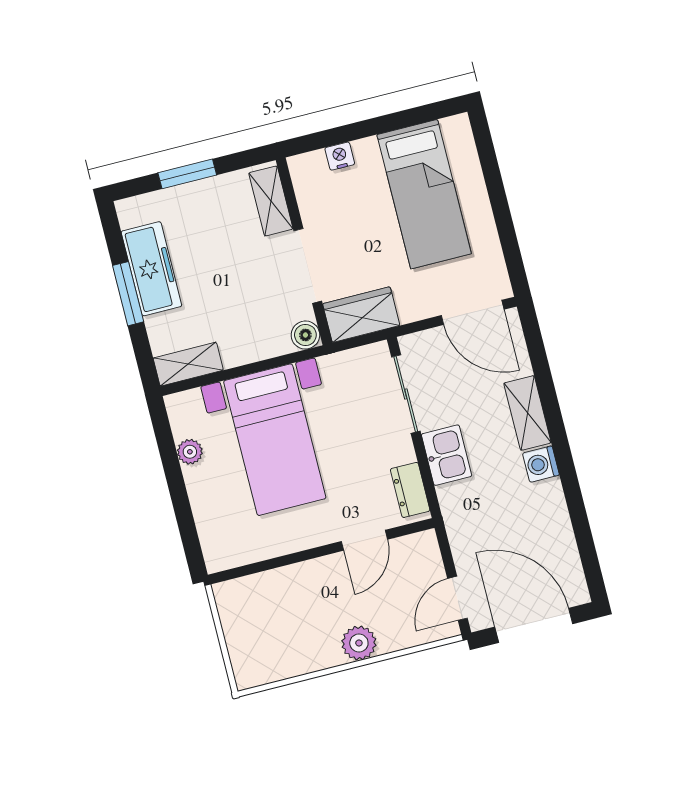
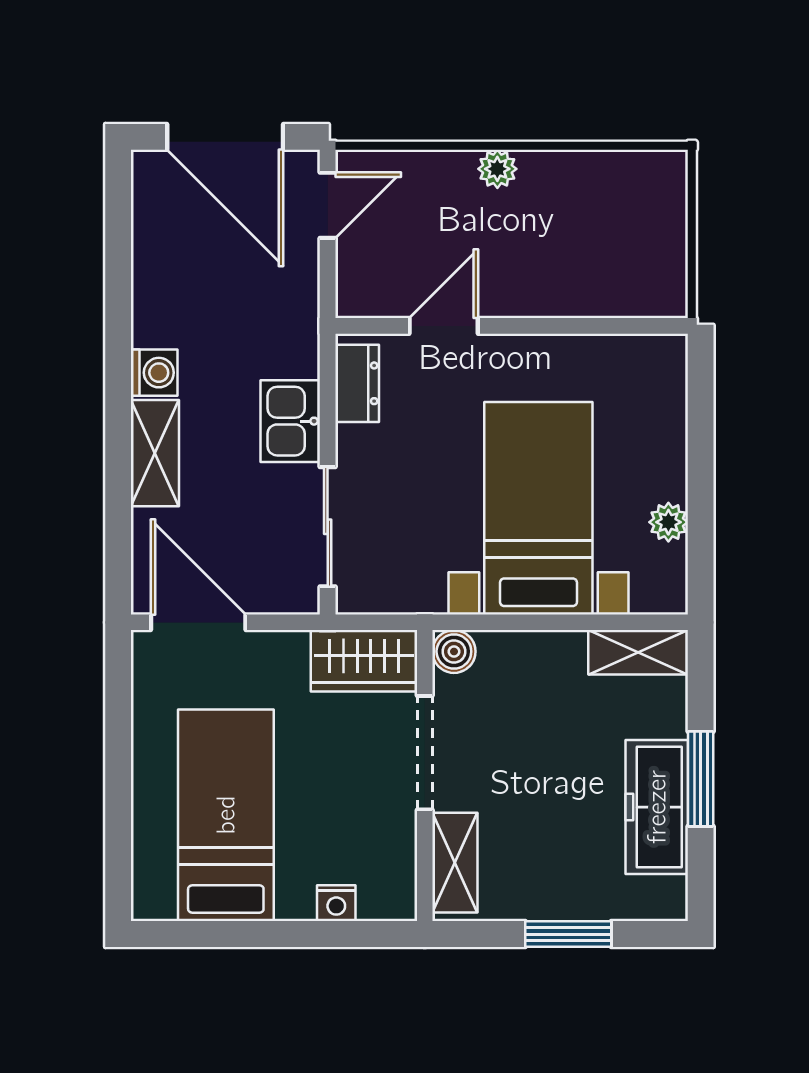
plant: (359, 643) -> (497, 169), width x0.73, depth x0.73

